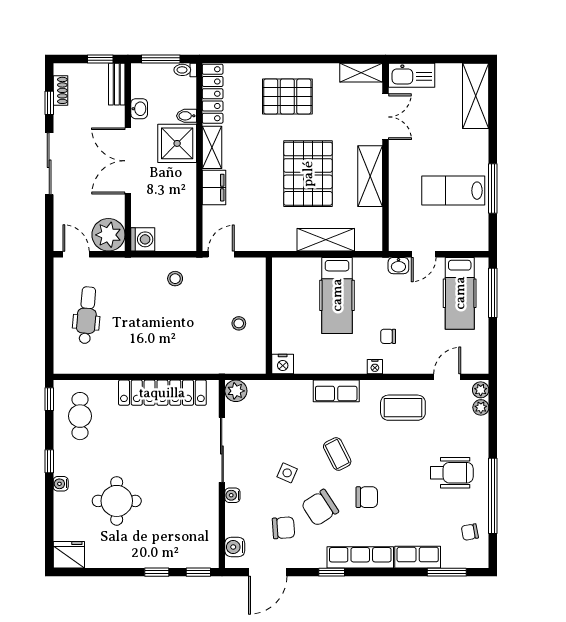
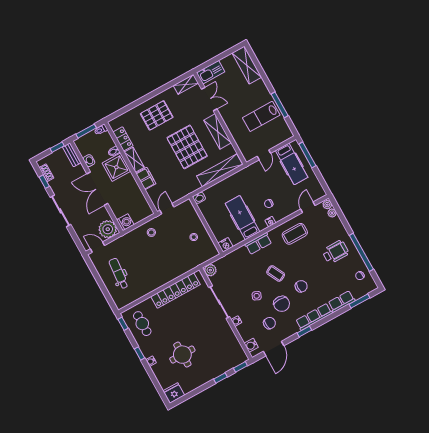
locker: (213, 94) -> (123, 139), width x0.66
shelving: (326, 240) -> (220, 170), width x1.47
washbasin: (398, 266) -> (199, 198), moved
hospital bed: (337, 295) -> (243, 218), moved, turned 180
chair: (320, 508) -> (282, 304), turned -57

